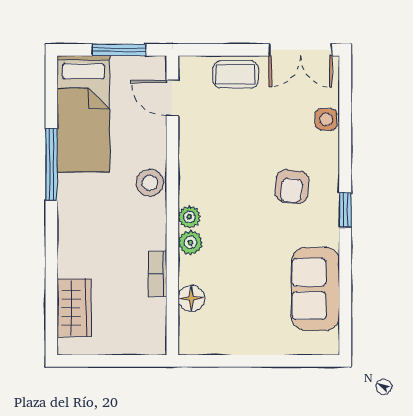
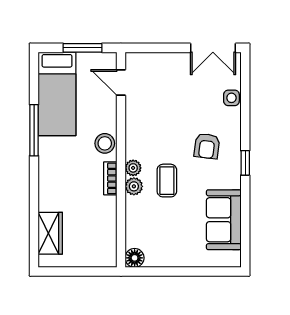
coffee table: (236, 74) -> (167, 181), moved, turned 90
bookcase: (157, 274) -> (110, 178), moved
floor lamp: (191, 298) -> (135, 258), moved

